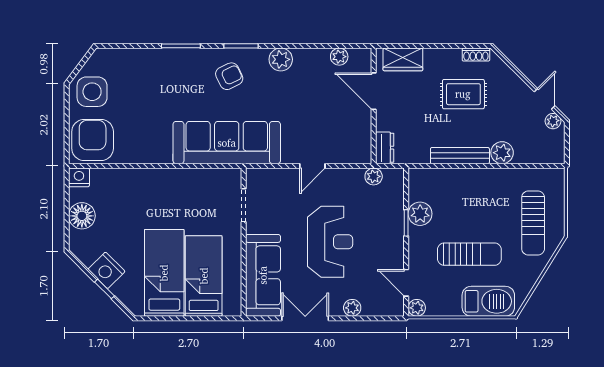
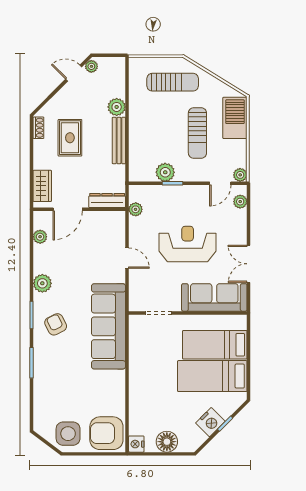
dresser: (385, 148) -> (107, 200), width x1.44
sun lounger: (469, 254) -> (197, 133), turned 180
plant: (352, 308) -> (240, 202), moved

